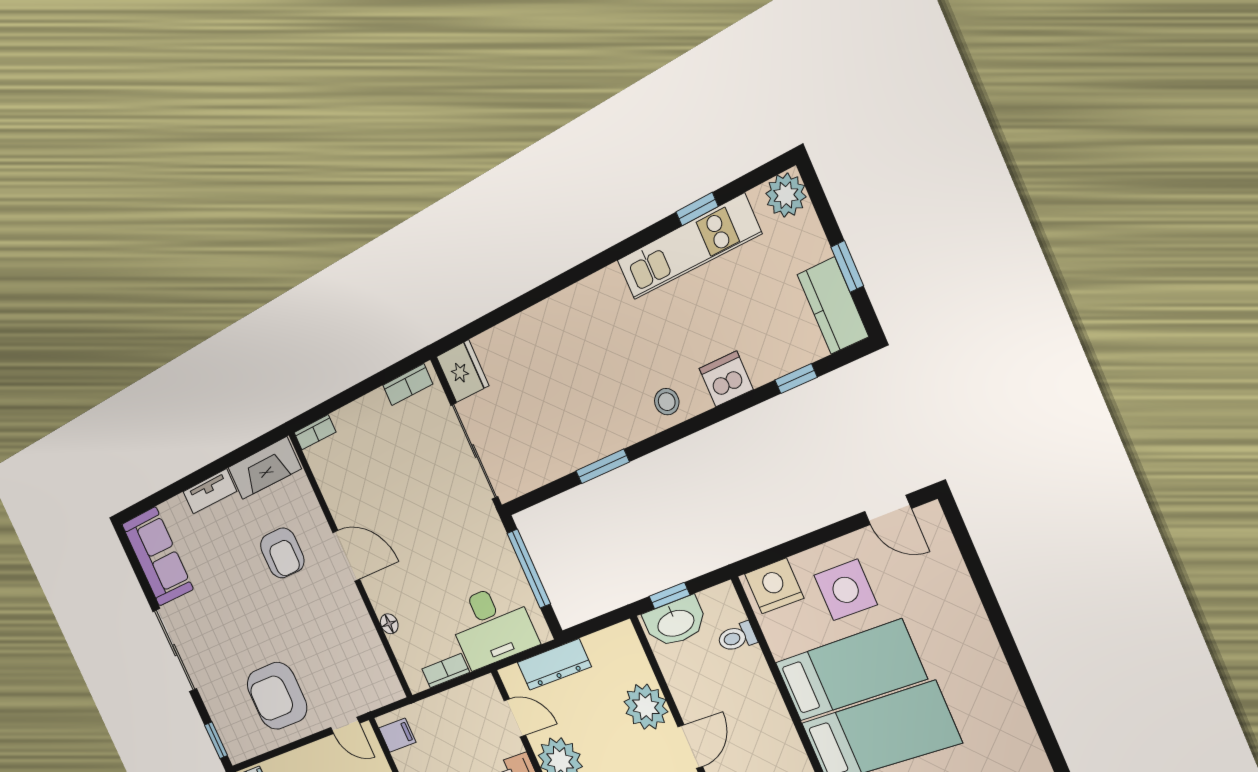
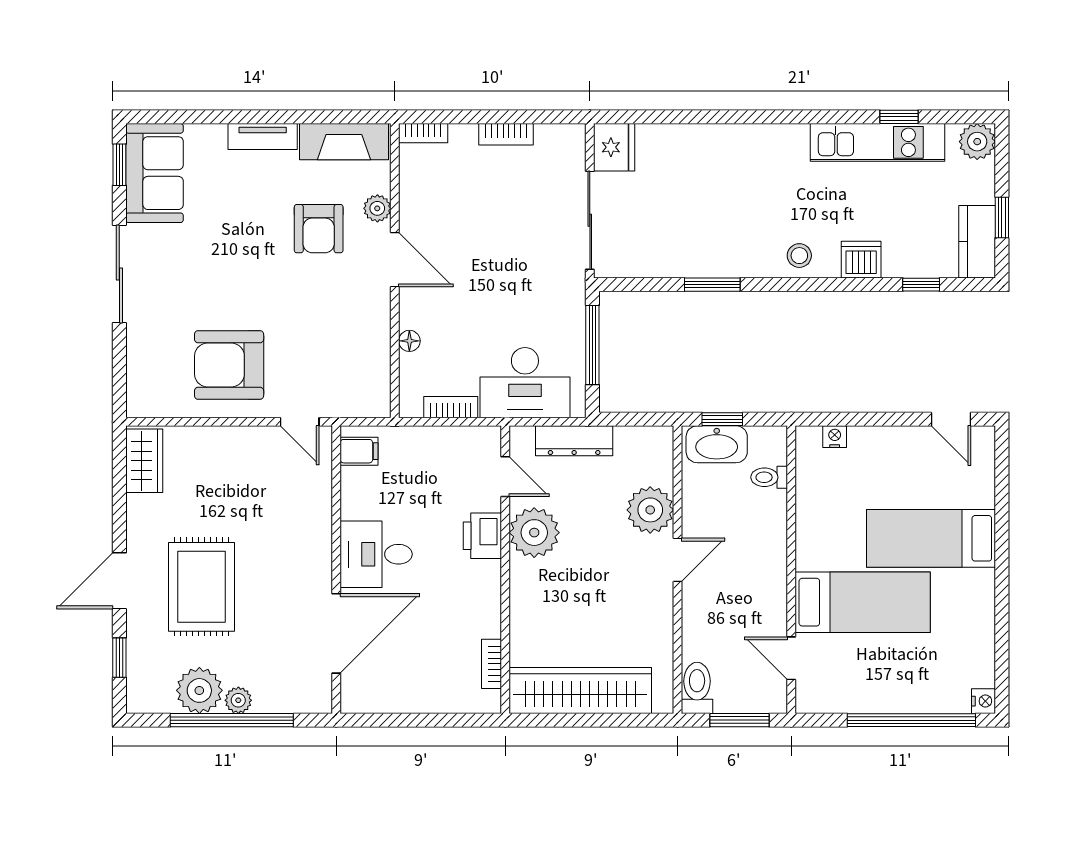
bookcase: (408, 385) -> (506, 134), moved
plant: (314, 516) -> (377, 208), added
nightstand: (774, 586) -> (835, 437), width x0.53, depth x0.56
side table: (846, 590) -> (886, 471), removed
bed: (850, 671) -> (931, 538), moved, turned 180
window: (216, 740) -> (119, 165), moved

